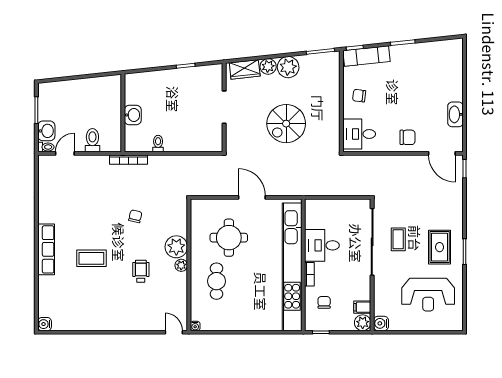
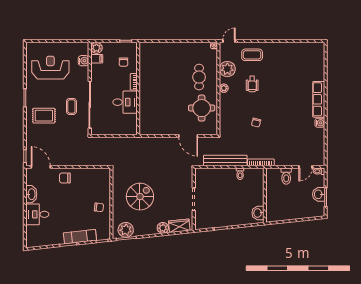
exam couch: (367, 56) -> (80, 237), moved
plant: (288, 67) -> (126, 230), moved
washbasin: (133, 115) -> (258, 213), moved
spiral stairs: (286, 124) -> (140, 197), moved
washbasin: (46, 131) -> (319, 194), moved
desk: (359, 134) -> (37, 214), moved, turned 180
bench: (179, 162) -> (225, 160), added
door: (252, 197) -> (188, 136), moved
round table: (229, 238) -> (202, 108), moved
plant: (176, 247) -> (227, 69), moved
rug: (440, 247) -> (44, 116), moved, turned 90
coffee table: (91, 258) -> (252, 55), moved
kitchen unit: (292, 267) -> (146, 87), removed
water cooler: (381, 323) -> (84, 61), moved
water cooler: (45, 324) -> (320, 123), moved
door: (174, 332) -> (229, 41), swing flipped

